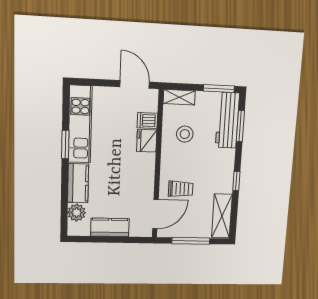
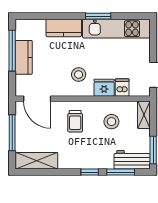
workbench: (227, 120) -> (132, 160), width x0.73
stool: (131, 168) -> (79, 74), added
window: (236, 181) -> (90, 172), moved
trolley: (181, 189) -> (75, 121), moved
plant: (77, 213) -> (37, 27), removed
window: (102, 239) -> (12, 51), added

